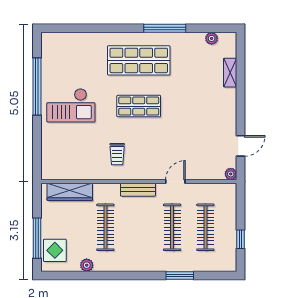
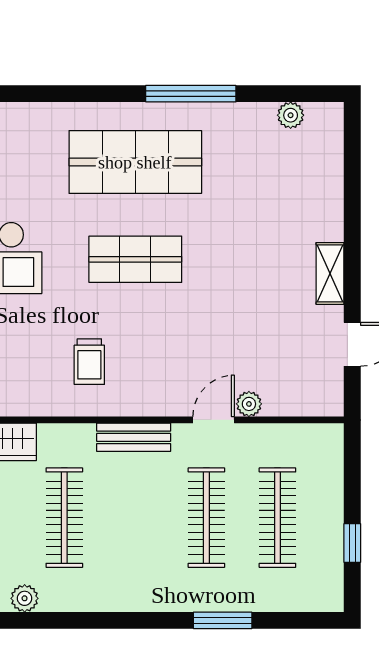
shelving: (230, 73) -> (330, 273), moved
plant: (231, 174) -> (249, 404), moved

